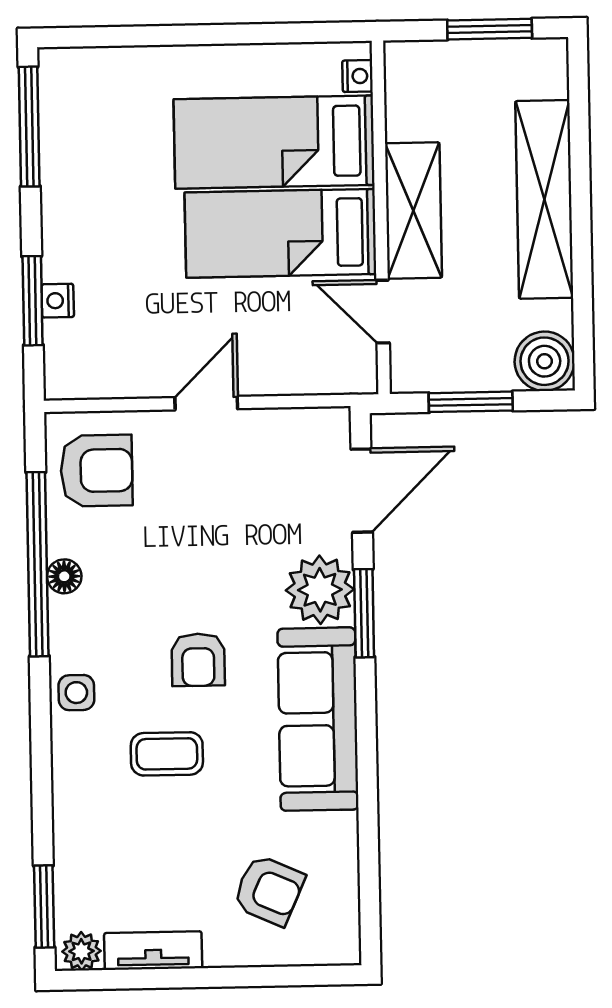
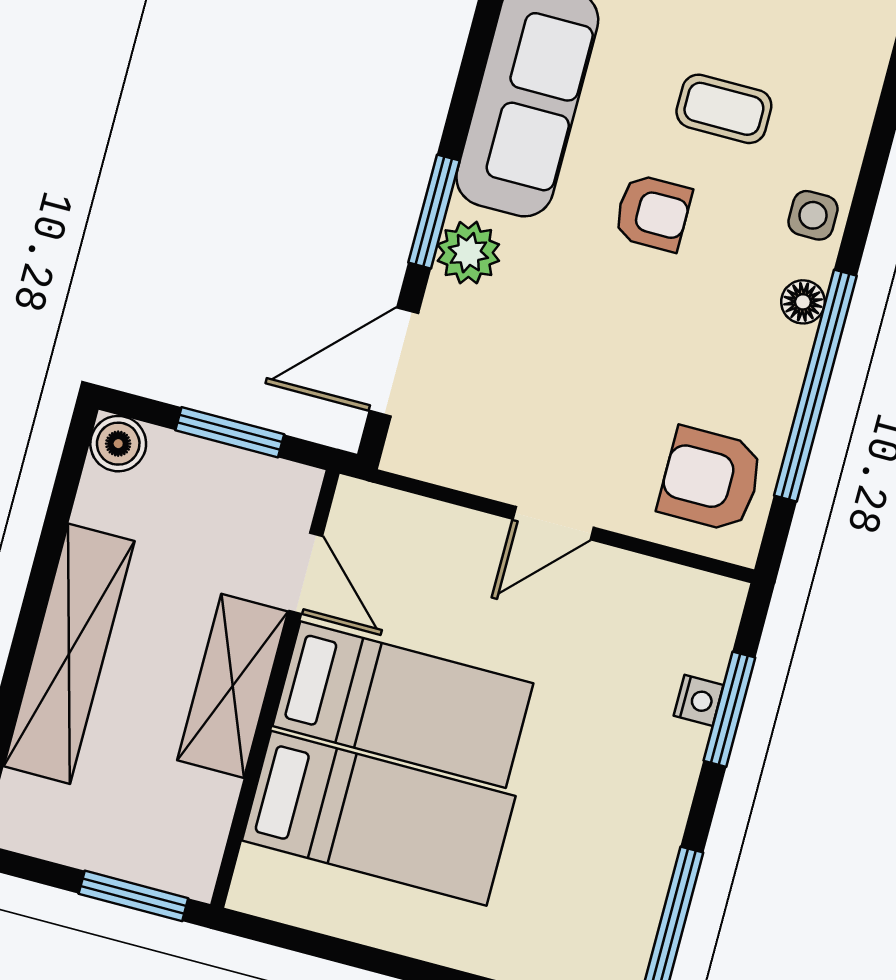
window: (490, 29) -> (133, 896), moved
nightstand: (357, 76) -> (254, 870), removed
boiler: (545, 361) -> (118, 444), width x0.73, depth x0.73
floor lamp: (64, 576) -> (803, 302), moved
plant: (320, 590) -> (468, 253), width x0.73, depth x0.73
armchair: (198, 660) -> (653, 213), turned 90

